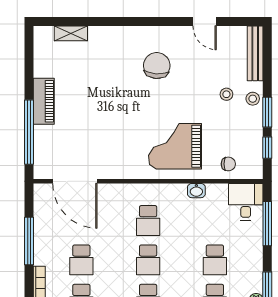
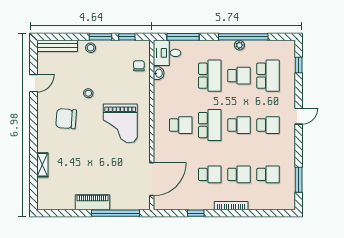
shelving: (71, 33) -> (42, 165), moved
stool: (226, 94) -> (88, 93), moved
grand piano: (175, 146) -> (120, 123), moved
washbasin: (196, 191) -> (159, 73), moved
window: (29, 241) -> (196, 213), width x0.46
school desk: (148, 260) -> (210, 125), width x1.85
school desk: (215, 260) -> (210, 76), width x1.85

